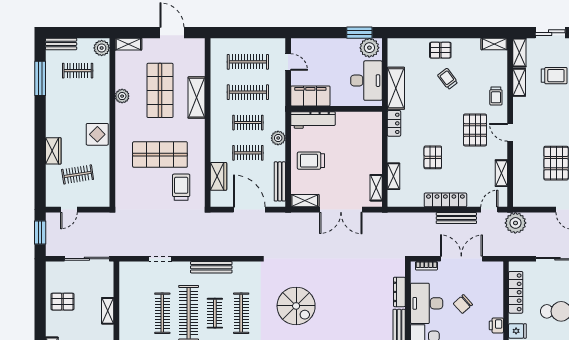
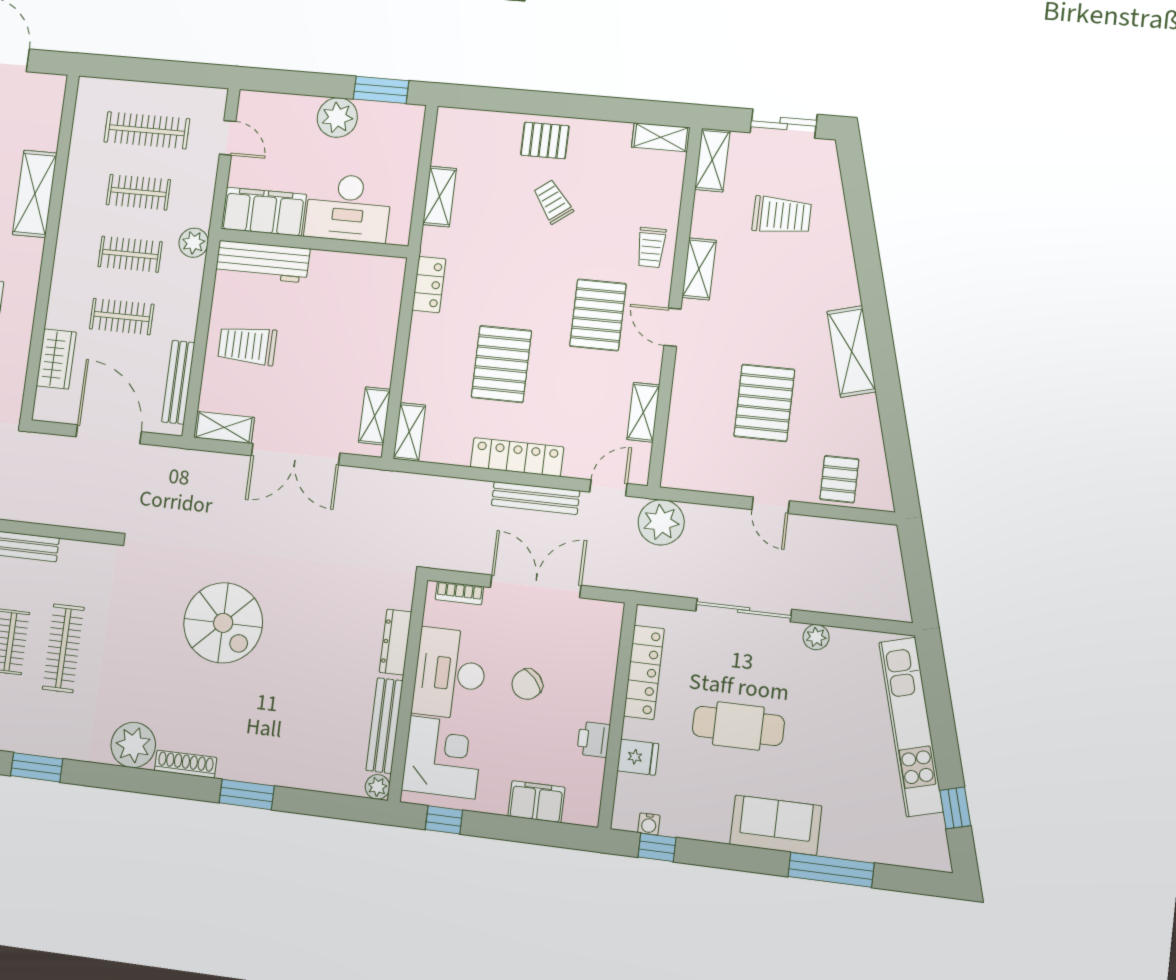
plant: (369, 48) -> (337, 118), moved
desk: (366, 81) -> (348, 208), moved, turned 90
shelving: (519, 82) -> (699, 269), moved
shelving: (396, 88) -> (440, 197), width x0.67, depth x0.75
clothes rail: (248, 92) -> (138, 192), width x0.73
plant: (278, 138) -> (194, 243), moved
pallet: (433, 157) -> (501, 364), width x1.50, depth x1.42
shelving: (394, 176) -> (409, 432), moved
spiral stairs: (296, 306) -> (223, 623), moved

